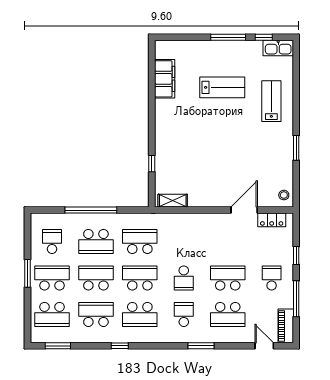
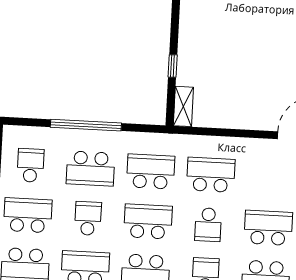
shelving: (173, 201) -> (183, 106), moved, turned 90
school desk: (184, 241) -> (211, 175), added
school desk: (96, 278) -> (88, 218), width x0.54

